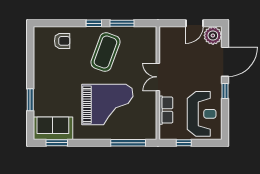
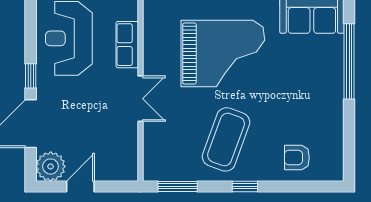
window: (122, 23) -> (178, 186), moved
window: (30, 100) -> (349, 61), width x2.11
grand piano: (107, 105) -> (223, 54), turned 180

